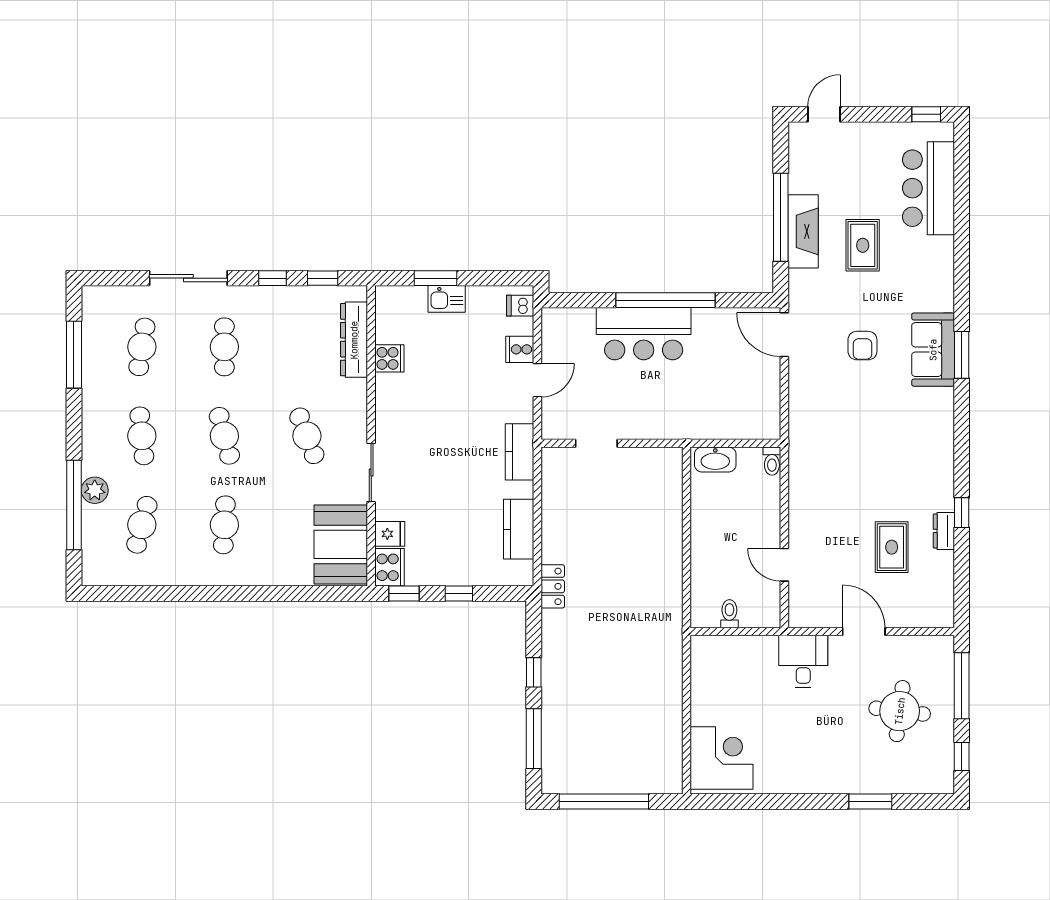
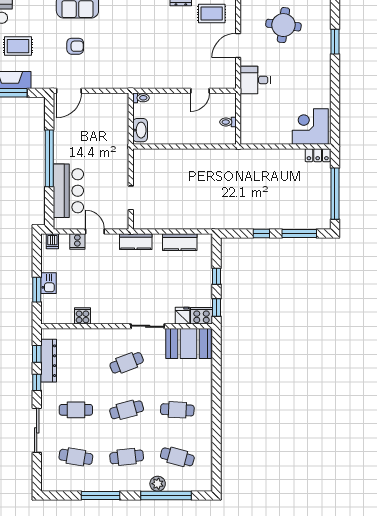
bar counter: (644, 334) -> (68, 191), moved
dresser: (354, 340) -> (49, 361), moved, turned -90
window: (74, 355) -> (100, 496), moved
rug: (892, 547) -> (212, 13), moved
locker: (553, 586) -> (318, 155), moved, turned 180

